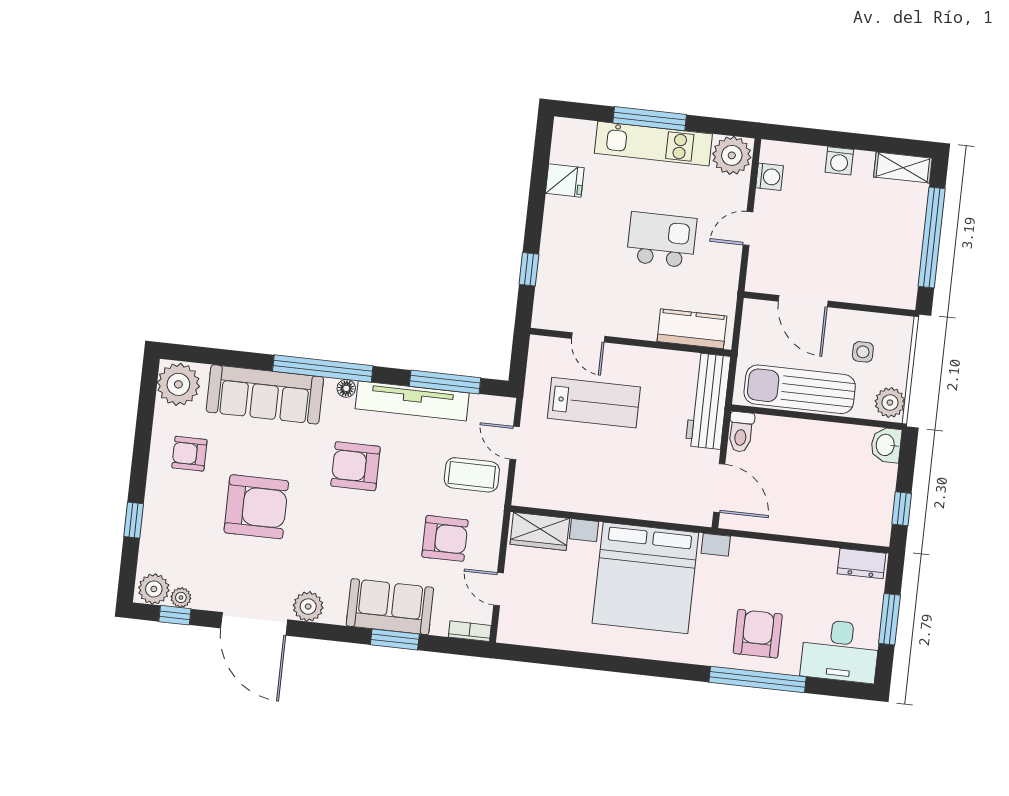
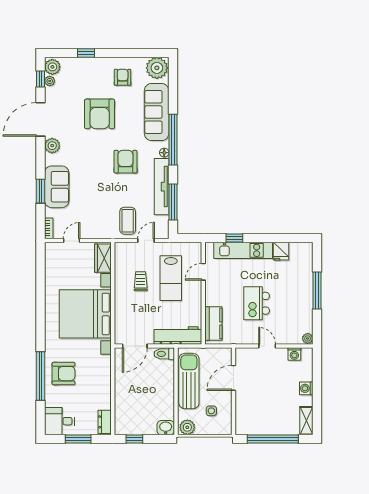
kitchen unit: (653, 144) -> (243, 250), moved, turned -90
plant: (732, 155) -> (308, 338), width x0.53, depth x0.53
kitchen island: (662, 240) -> (257, 303), turned 180
trolley: (593, 462) -> (141, 281), added
armchair: (445, 538) -> (94, 211), removed
desk: (840, 651) -> (59, 421), width x0.73

